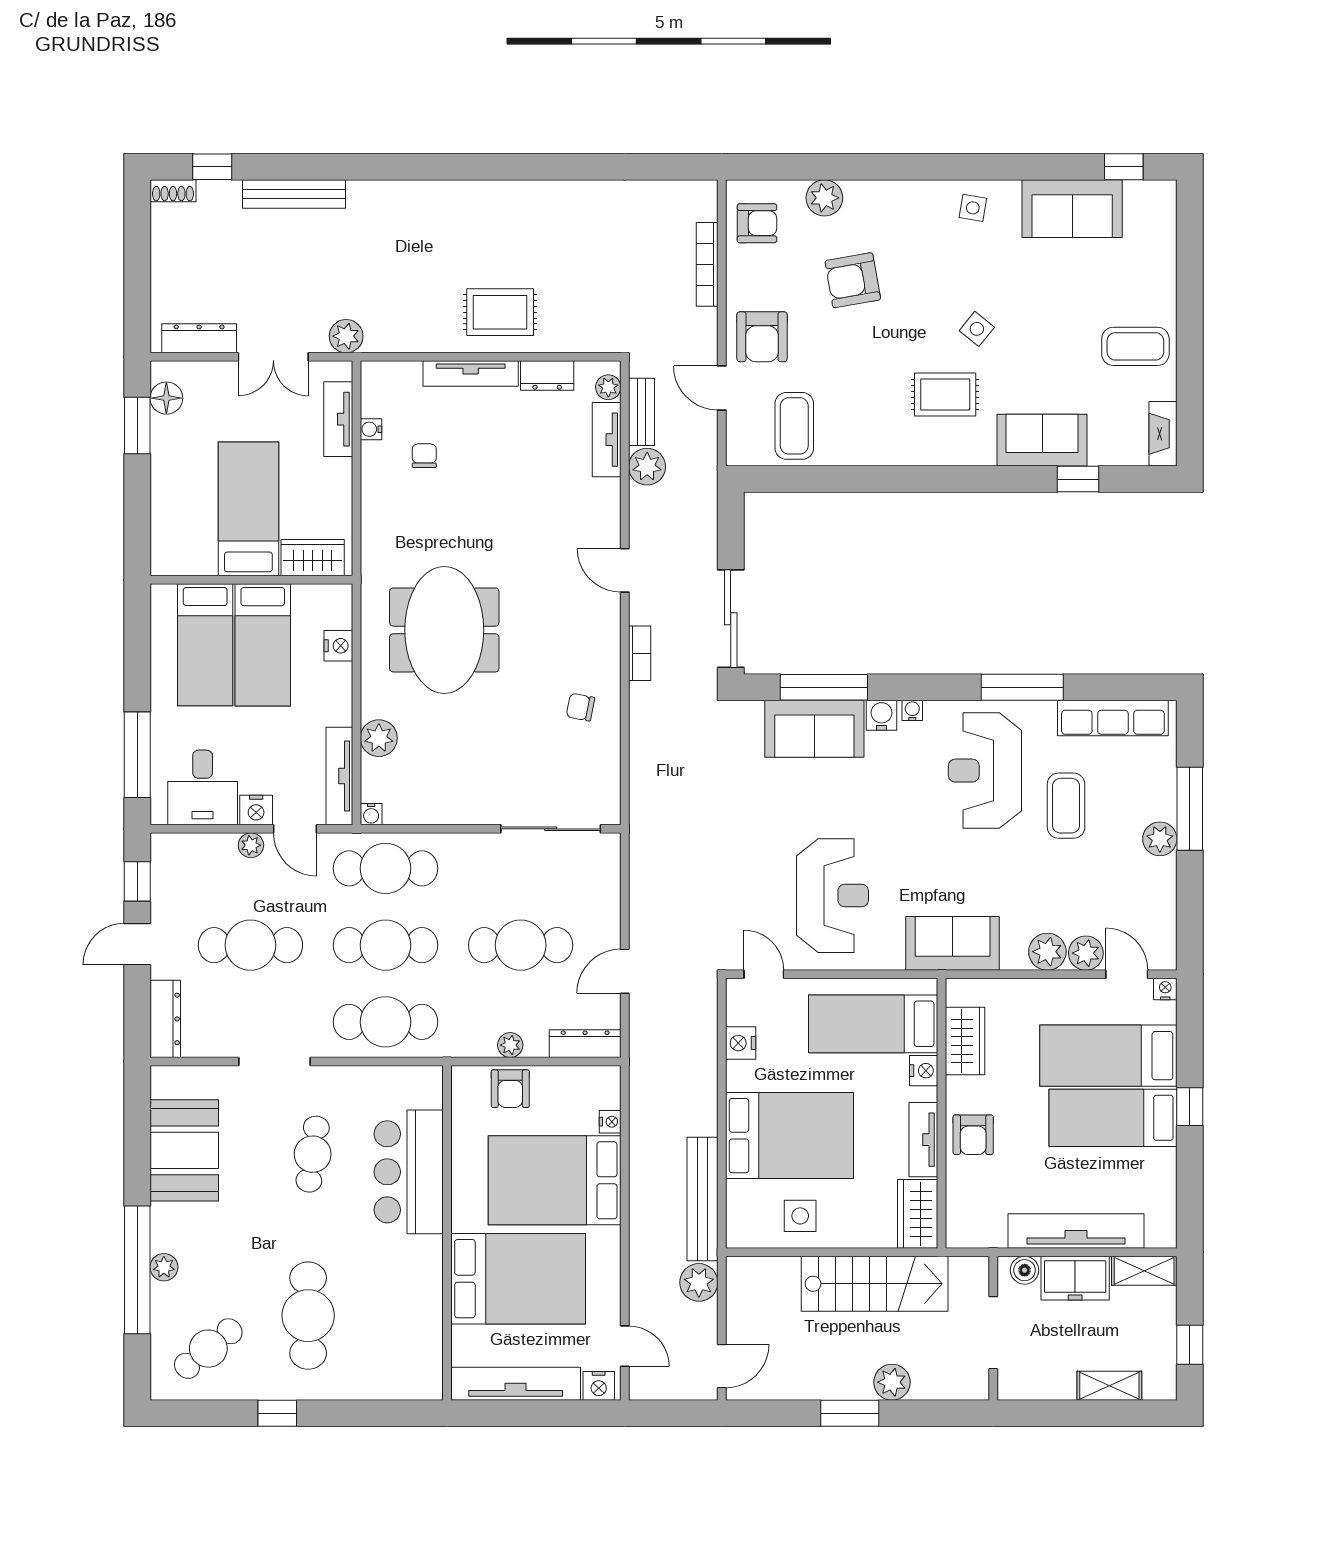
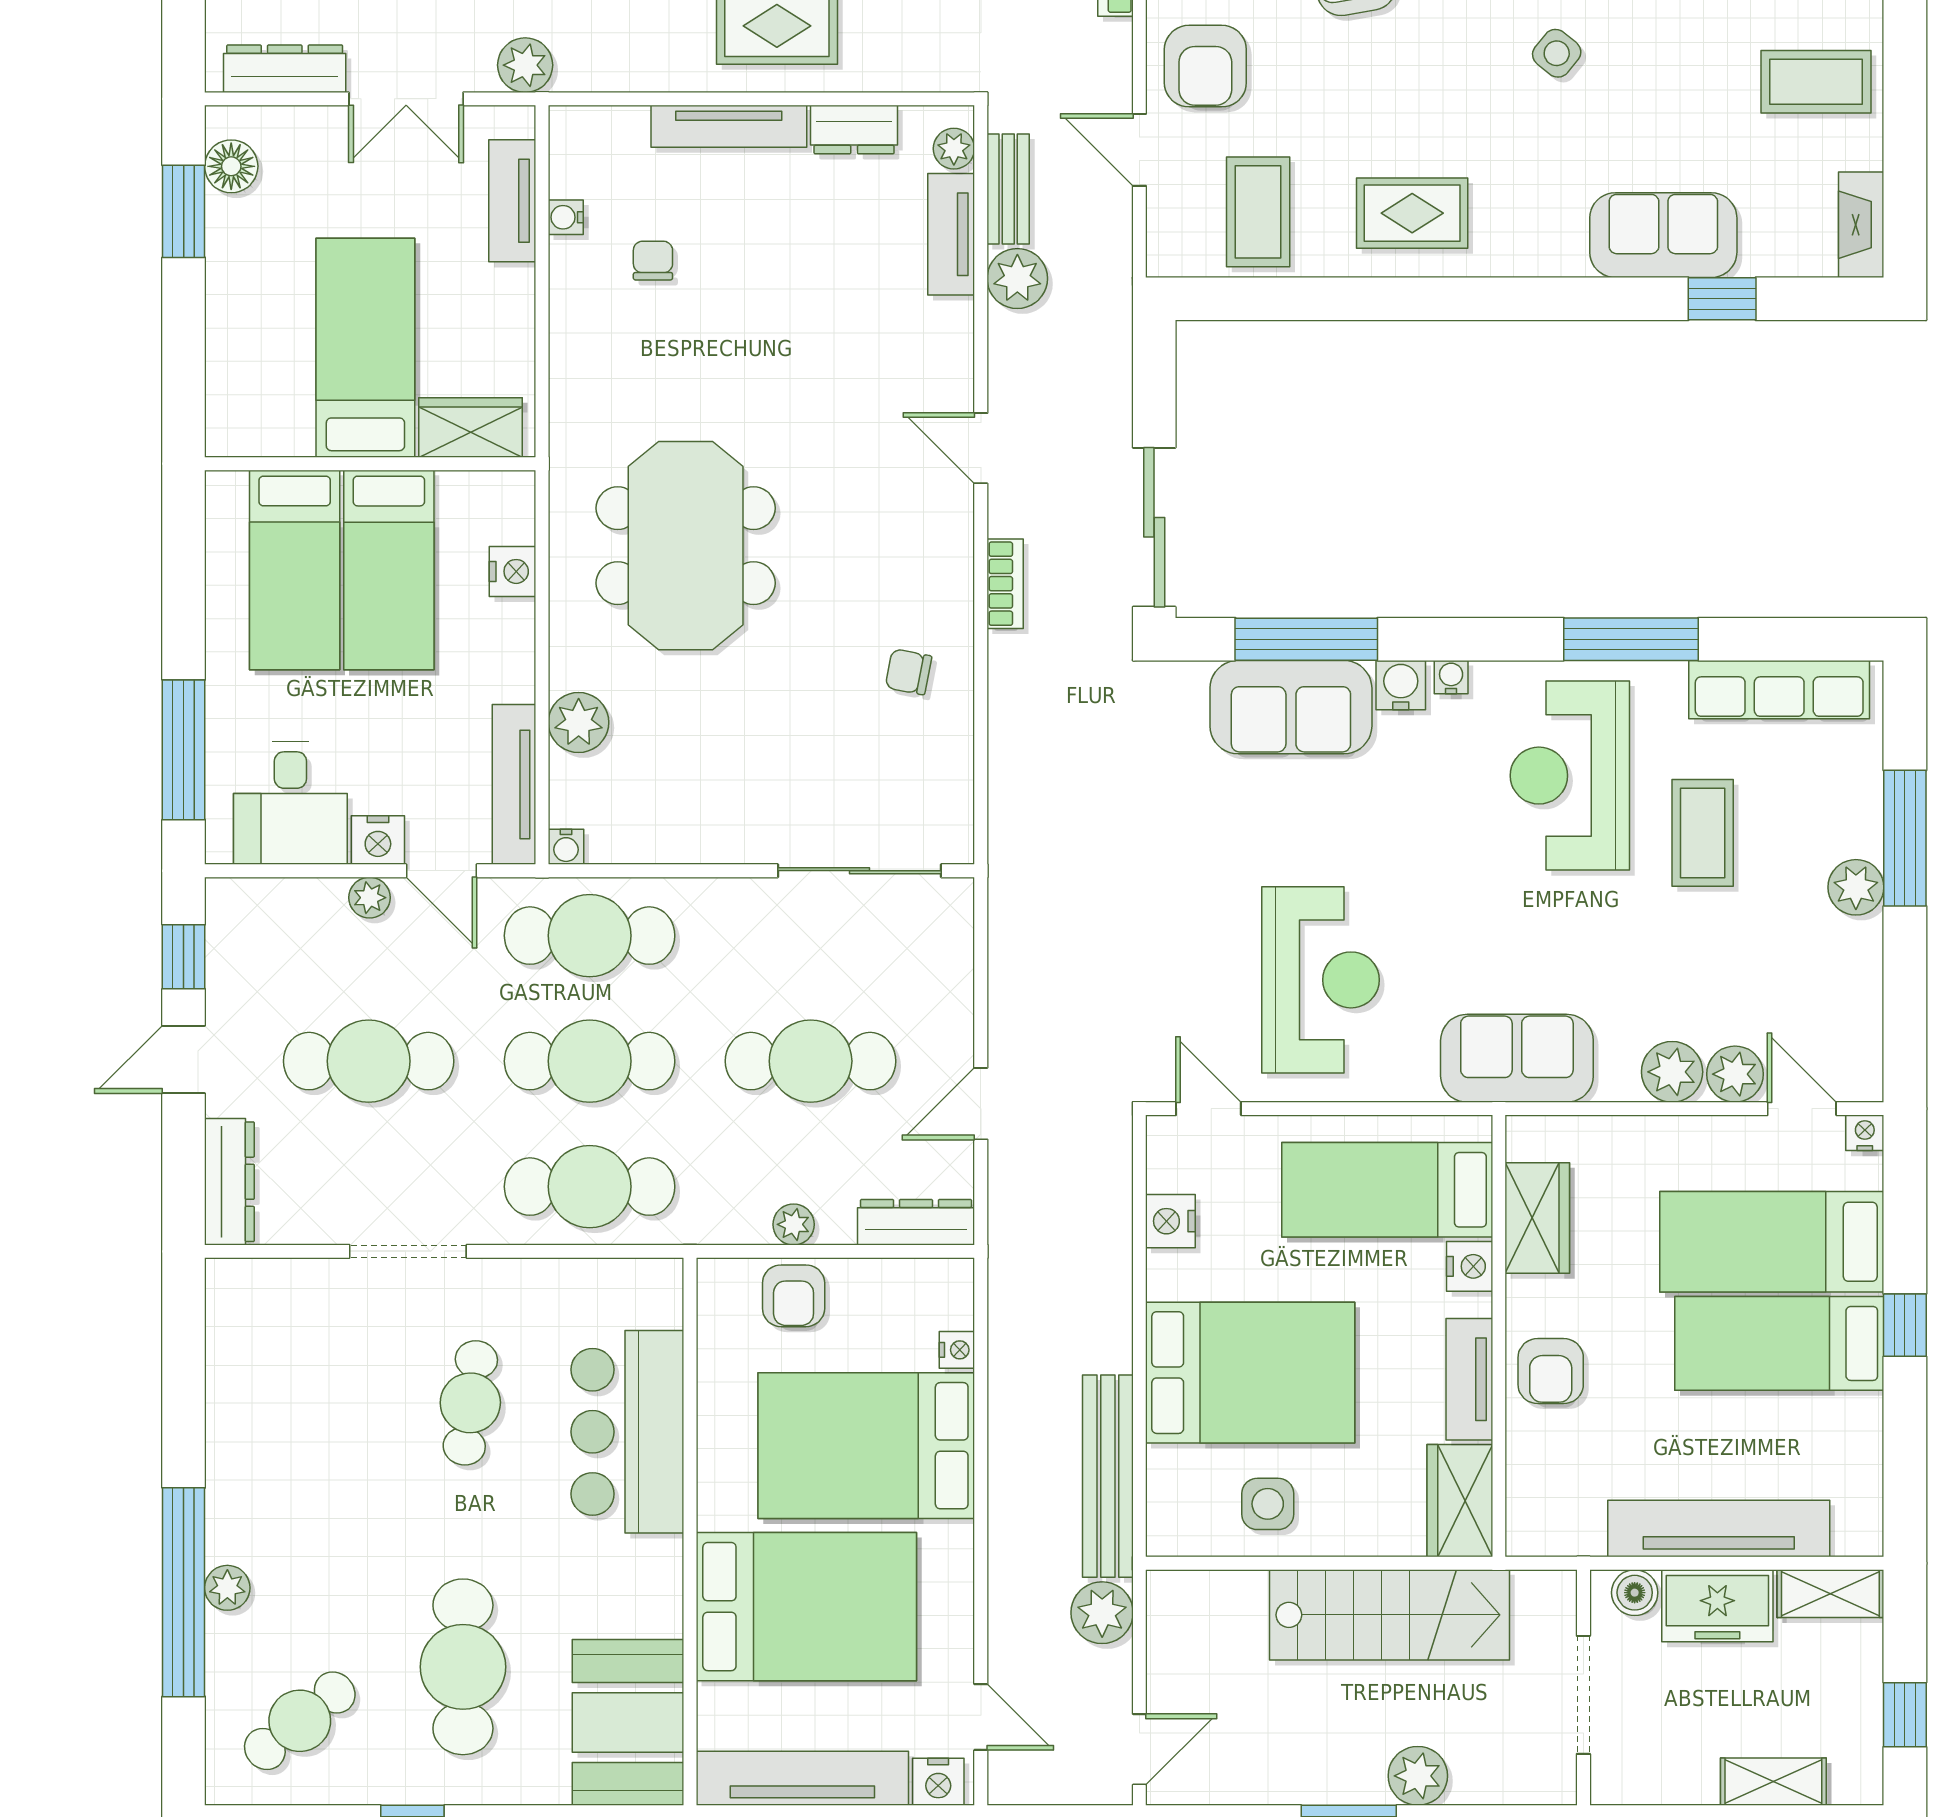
rug: (945, 394) -> (1412, 213), moved
booth: (184, 1150) -> (628, 1722), moved

